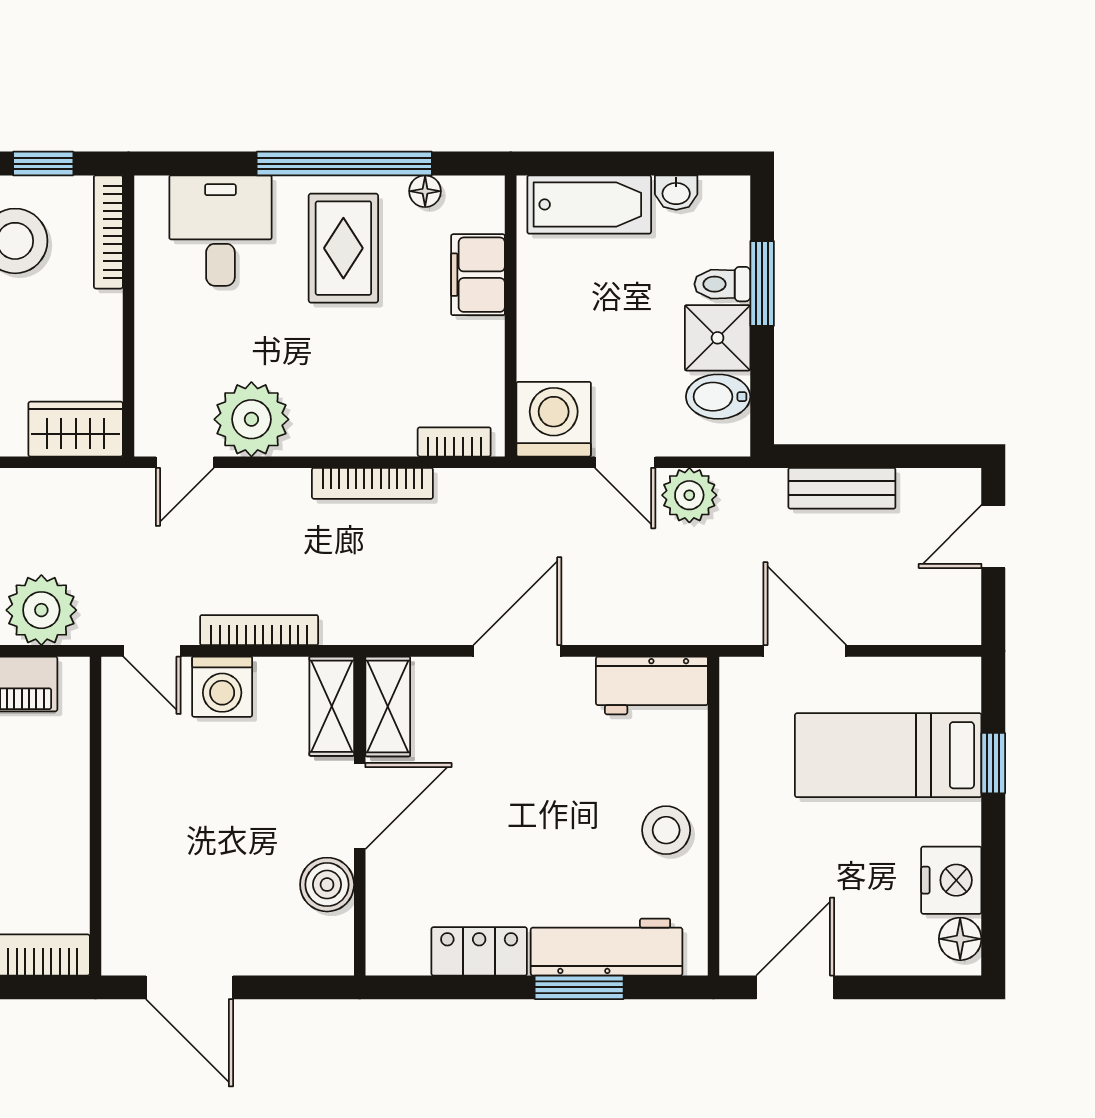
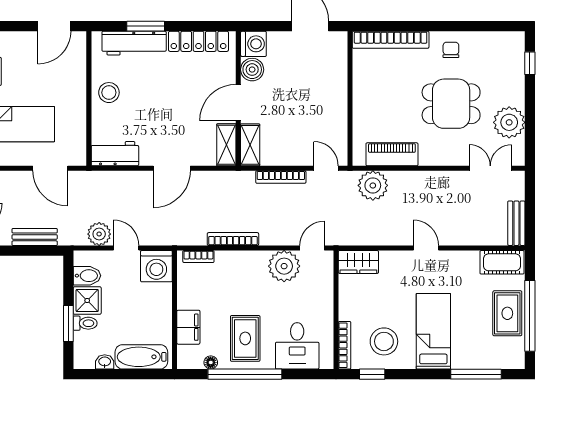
washing machine: (222, 687) -> (253, 44), moved, turned 90
locker: (479, 951) -> (198, 41), width x1.53

